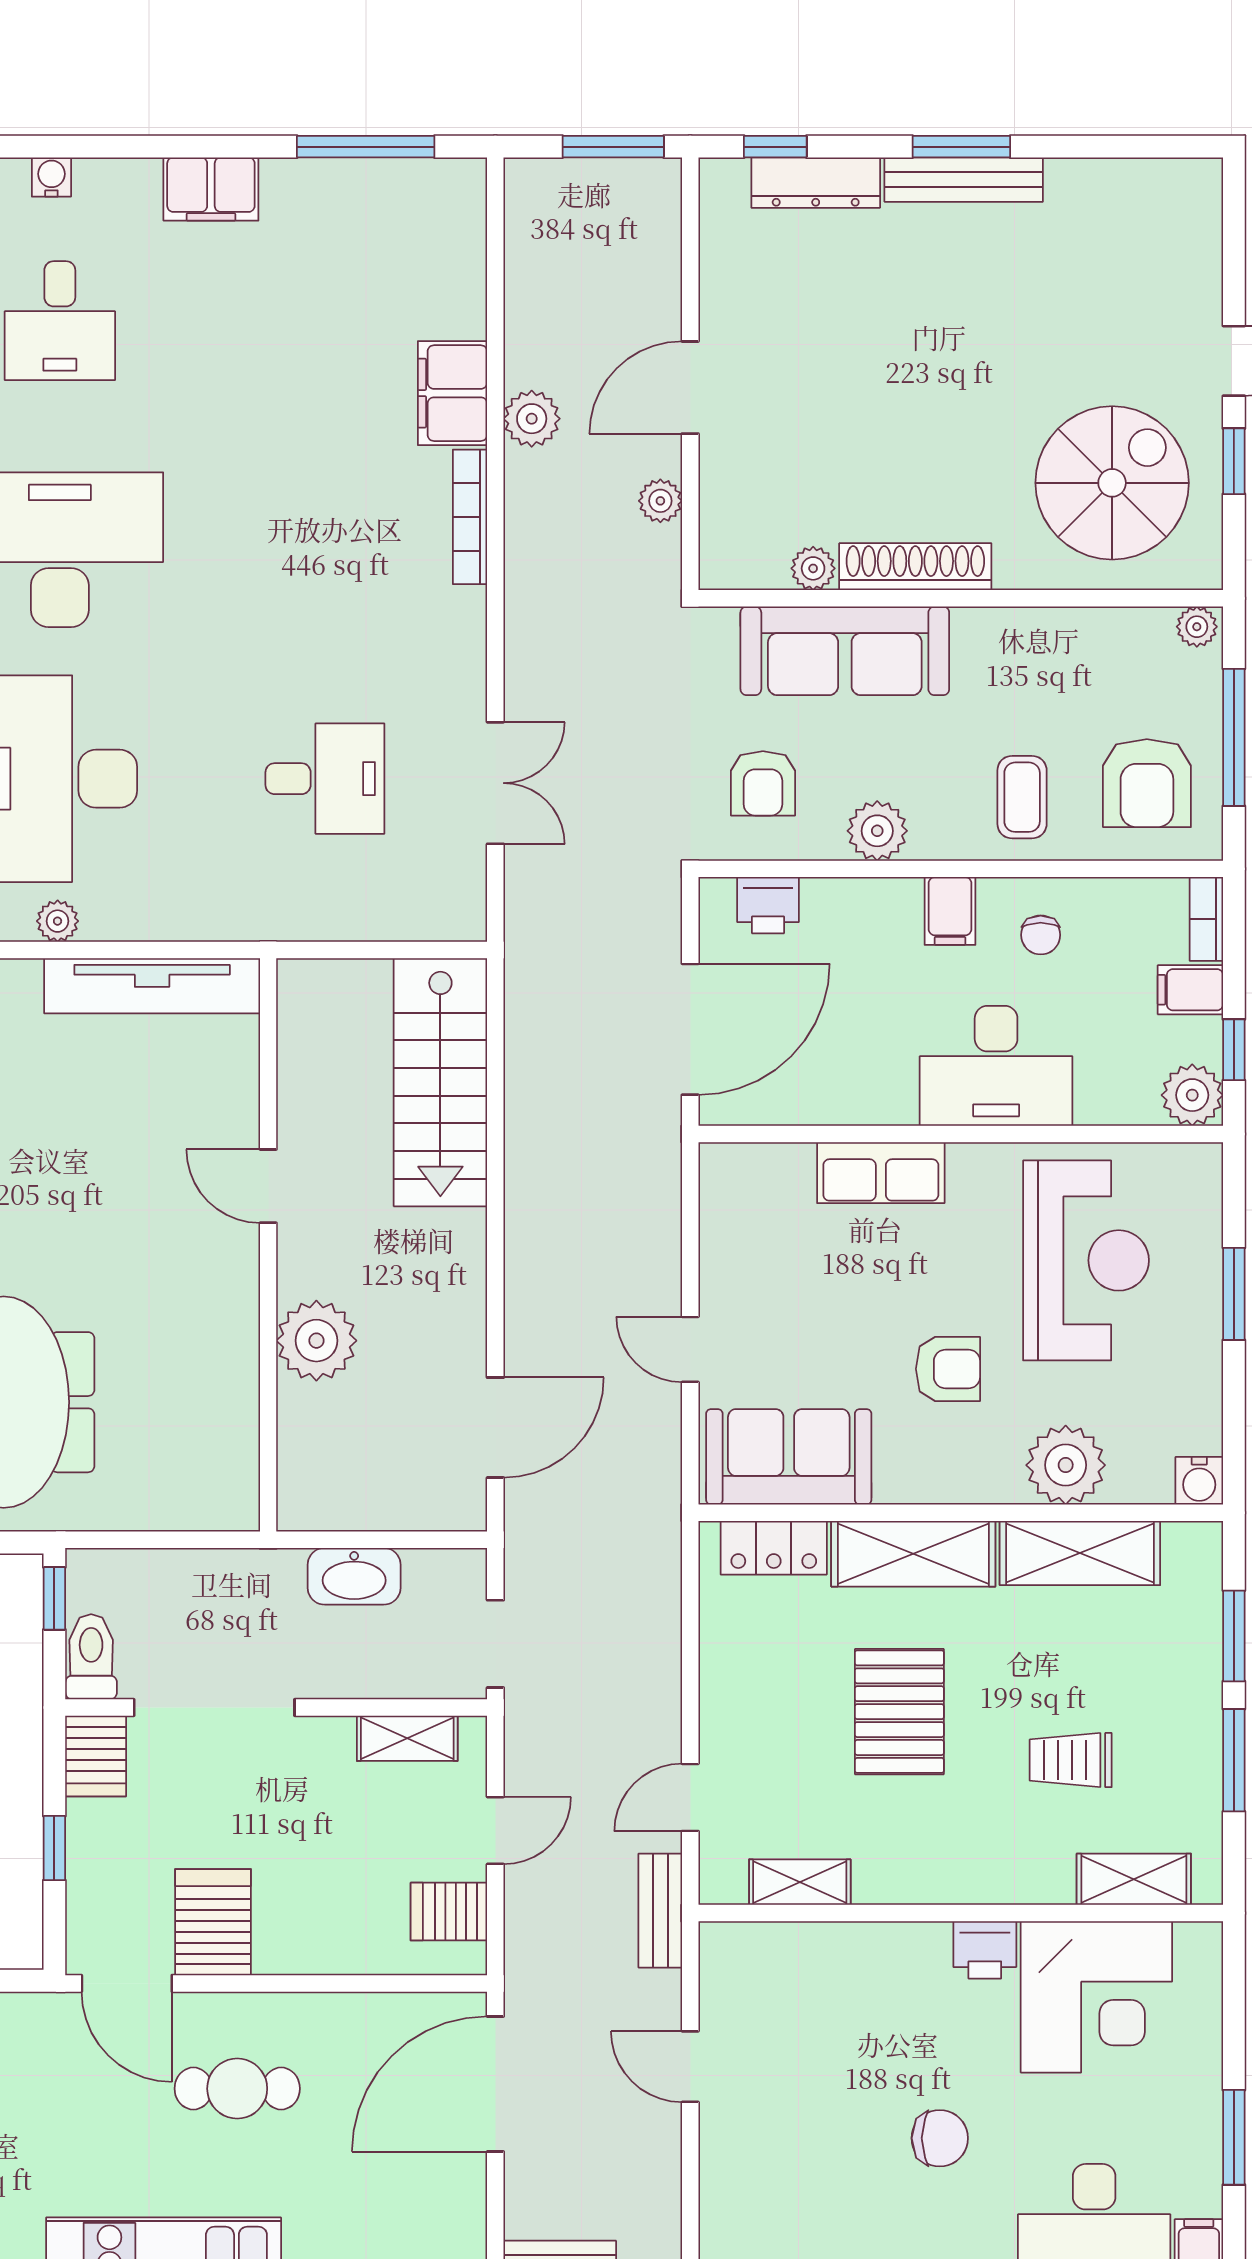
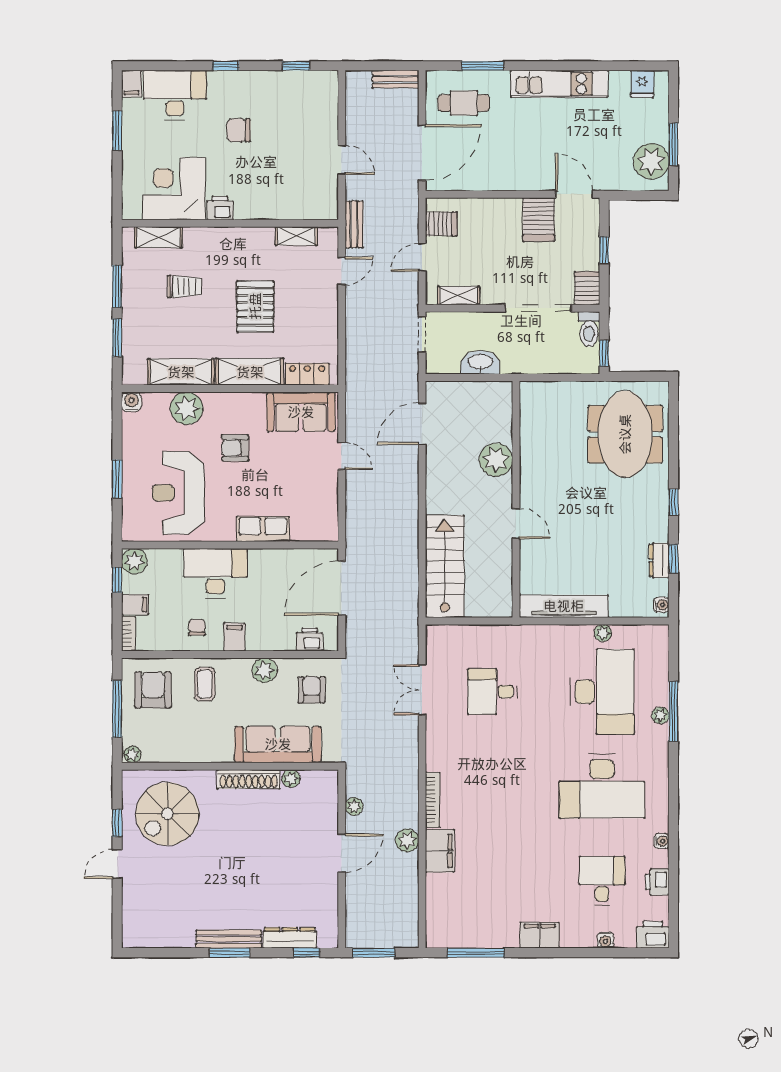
cafe table: (237, 2089) -> (464, 103), moved

